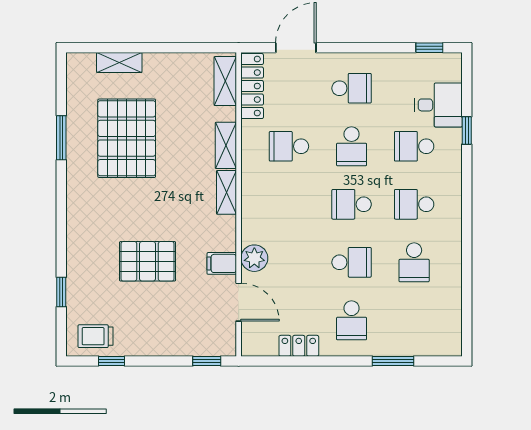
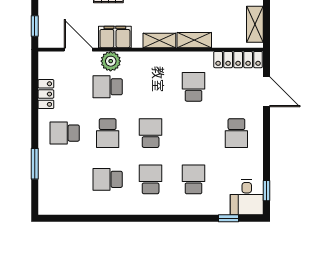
shelving: (225, 81) -> (255, 24), moved, turned 90
desk: (438, 105) -> (247, 197), moved
window: (467, 131) -> (228, 218), moved
school desk: (352, 146) -> (108, 87), moved
filing cabinet: (222, 263) -> (115, 37), width x2.00
door: (239, 302) -> (78, 50), swing flipped

